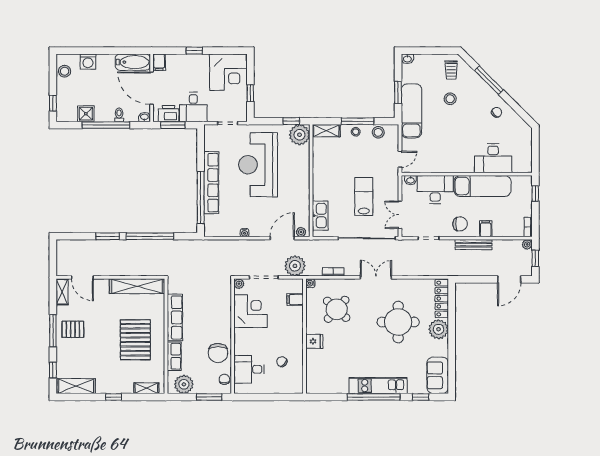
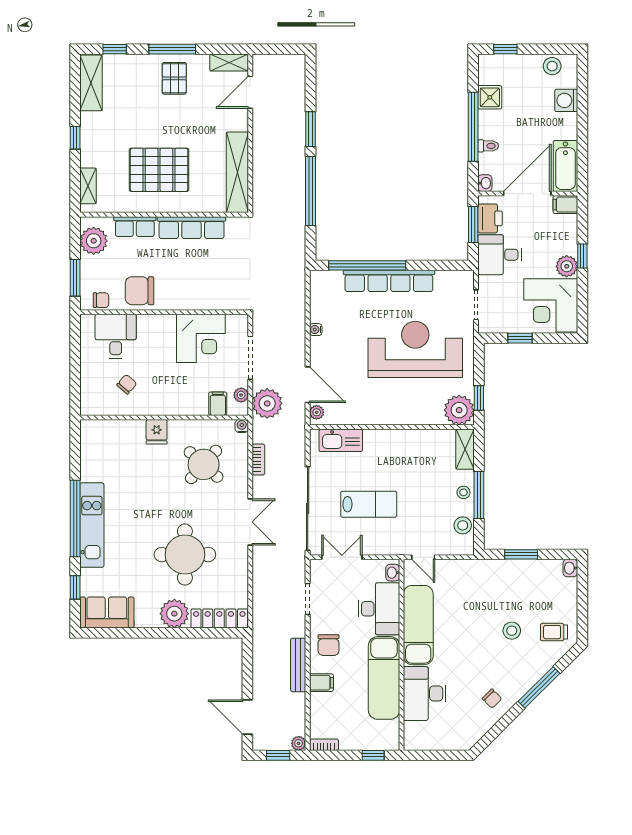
plant: (201, 61) -> (567, 266), added
exam couch: (411, 111) -> (418, 625), moved, turned -90
plant: (239, 284) -> (241, 395), moved

